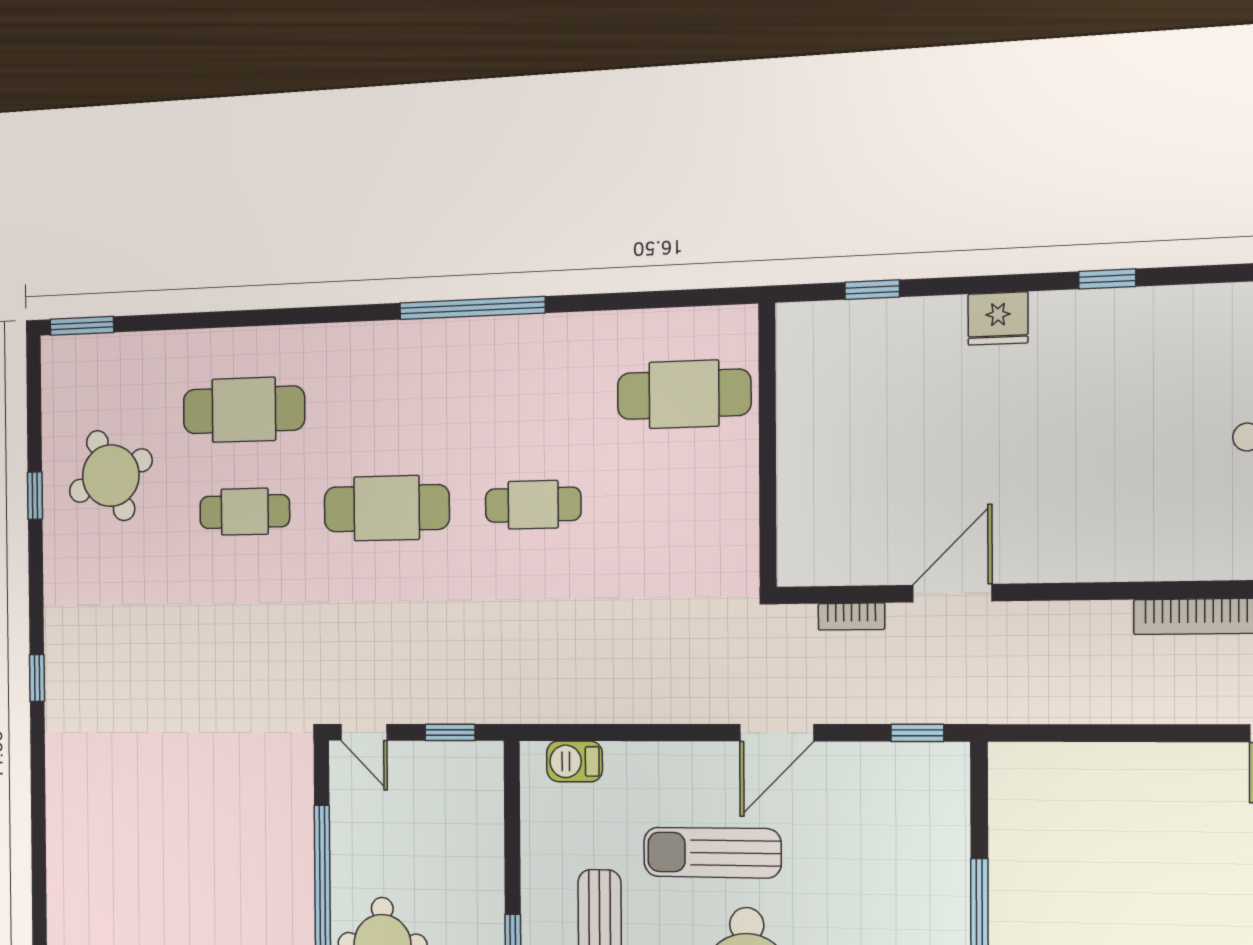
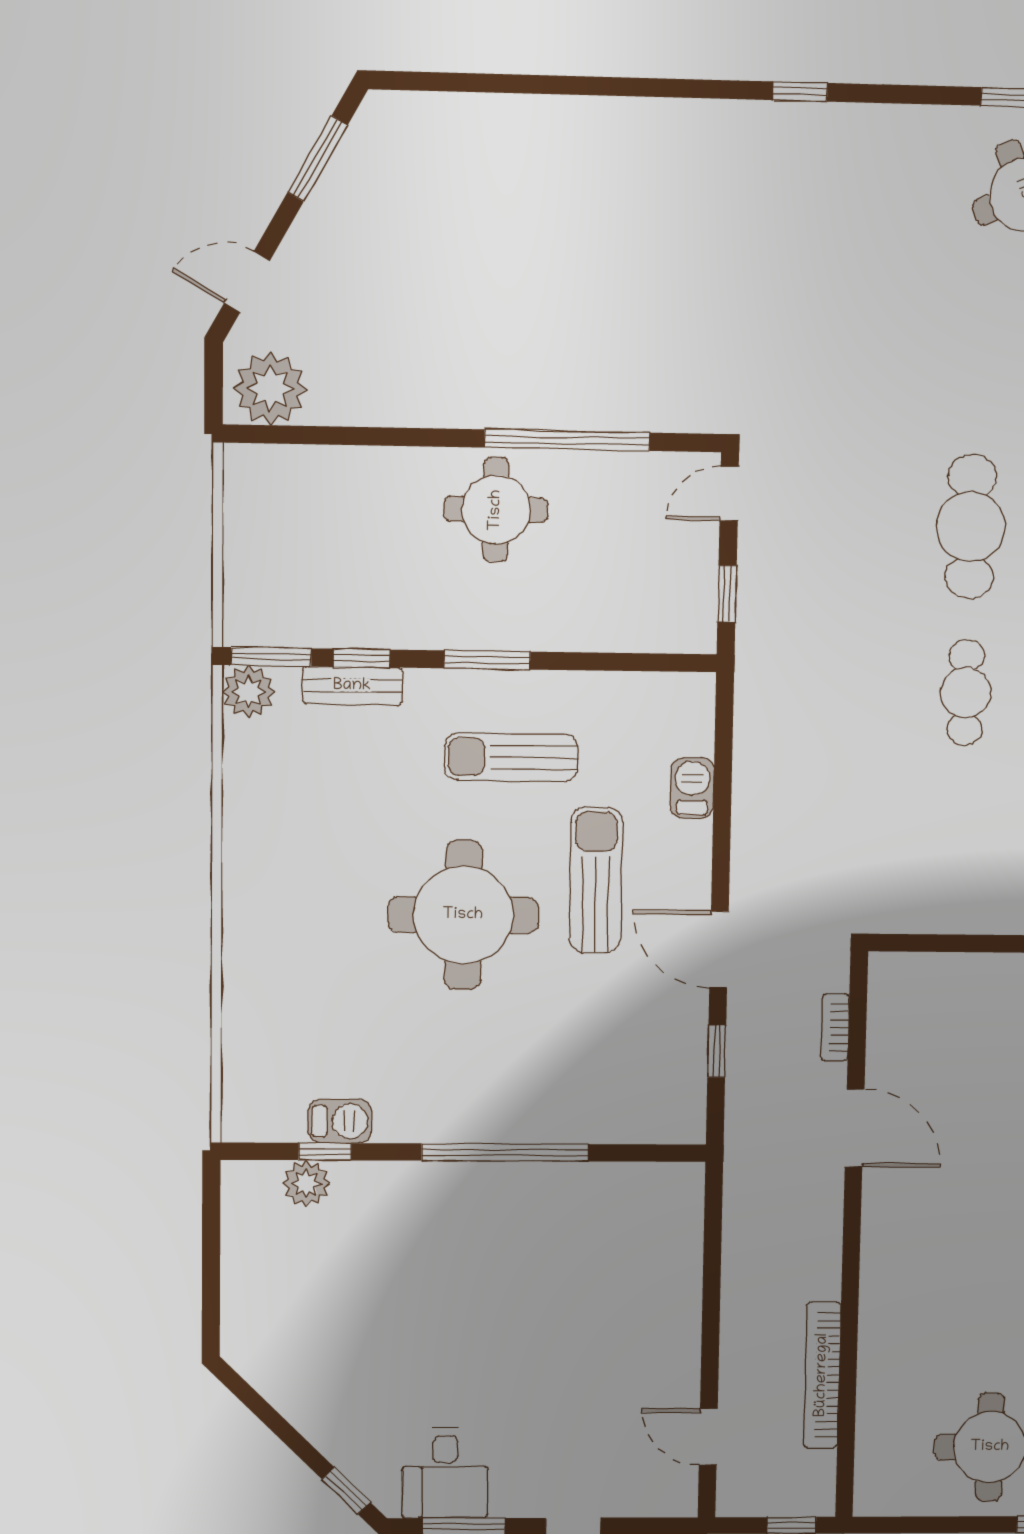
cafe table: (245, 512) -> (976, 359), removed
window: (917, 733) -> (717, 1051), moved
barbecue: (574, 761) -> (692, 788), moved

